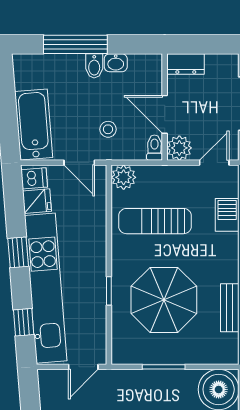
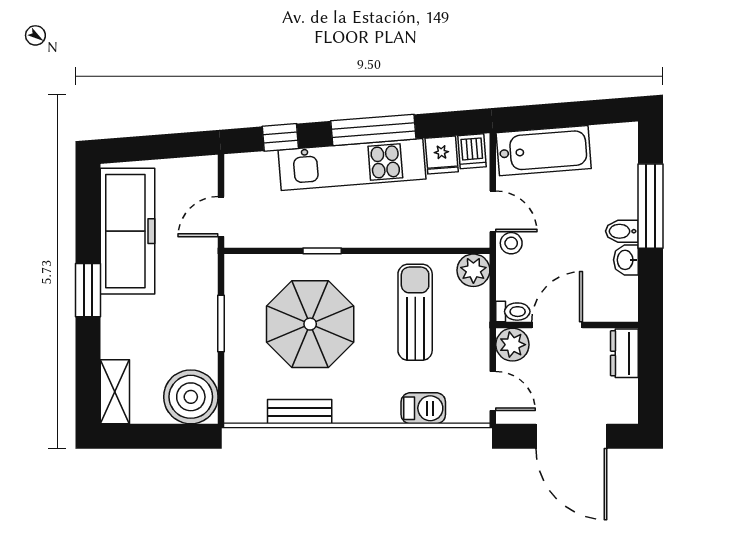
stool: (108, 129) -> (511, 243), moved
door: (79, 163) -> (493, 211), swing flipped
window: (18, 252) -> (373, 130), width x2.17
kitchen unit: (46, 288) -> (352, 165), width x0.73
door: (83, 367) -> (221, 217), hinge flipped

